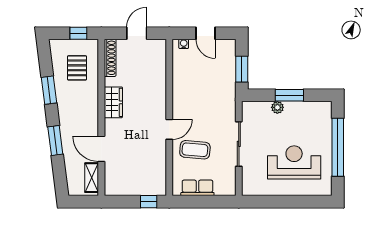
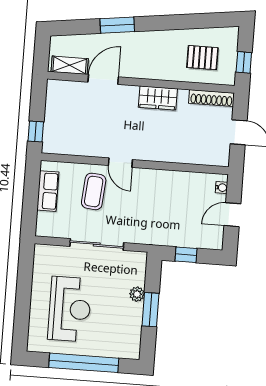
window: (242, 69) -> (186, 255), width x0.67
window: (49, 90) -> (178, 22), removed

